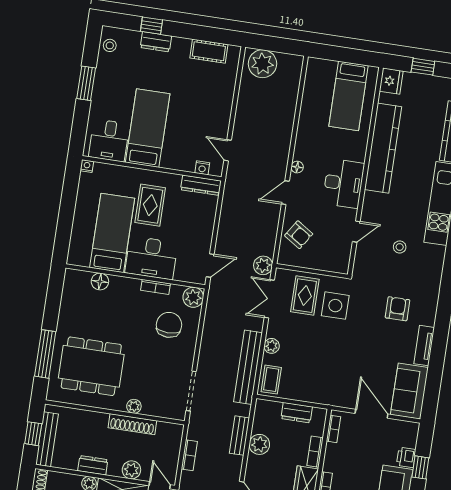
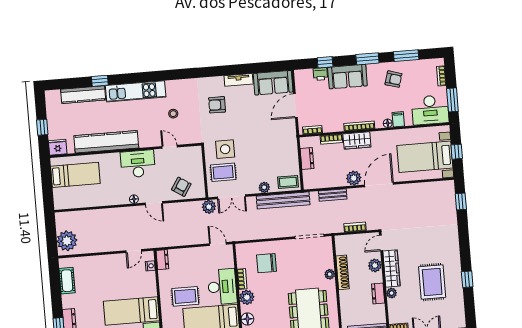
dresser: (201, 185) -> (162, 260), width x0.70
plant: (193, 297) -> (247, 297), moved
plant: (259, 444) -> (354, 178), moved

